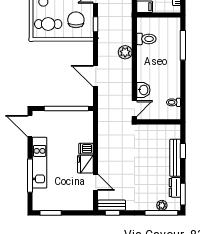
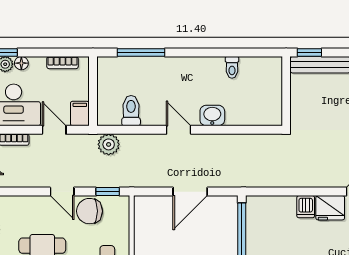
chair: (76, 20) -> (89, 211), moved
plant: (125, 52) -> (109, 144), moved
door: (134, 109) -> (179, 130), moved
wall: (159, 122) -> (286, 91), moved

